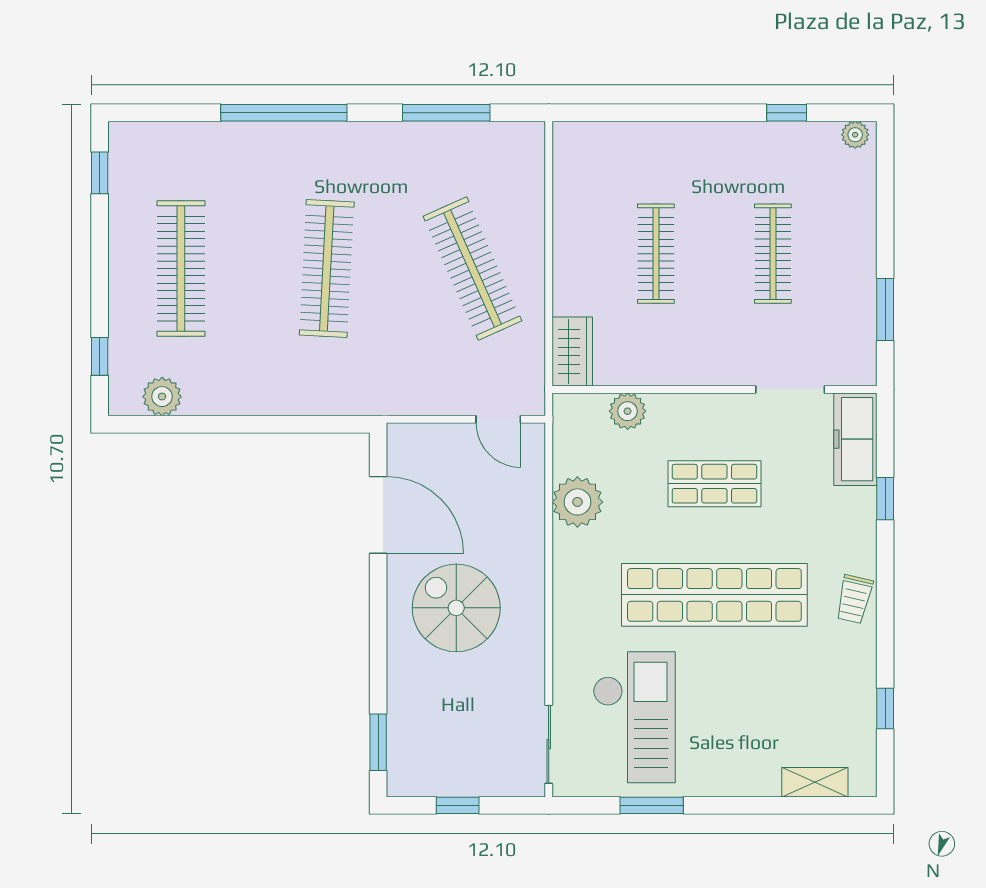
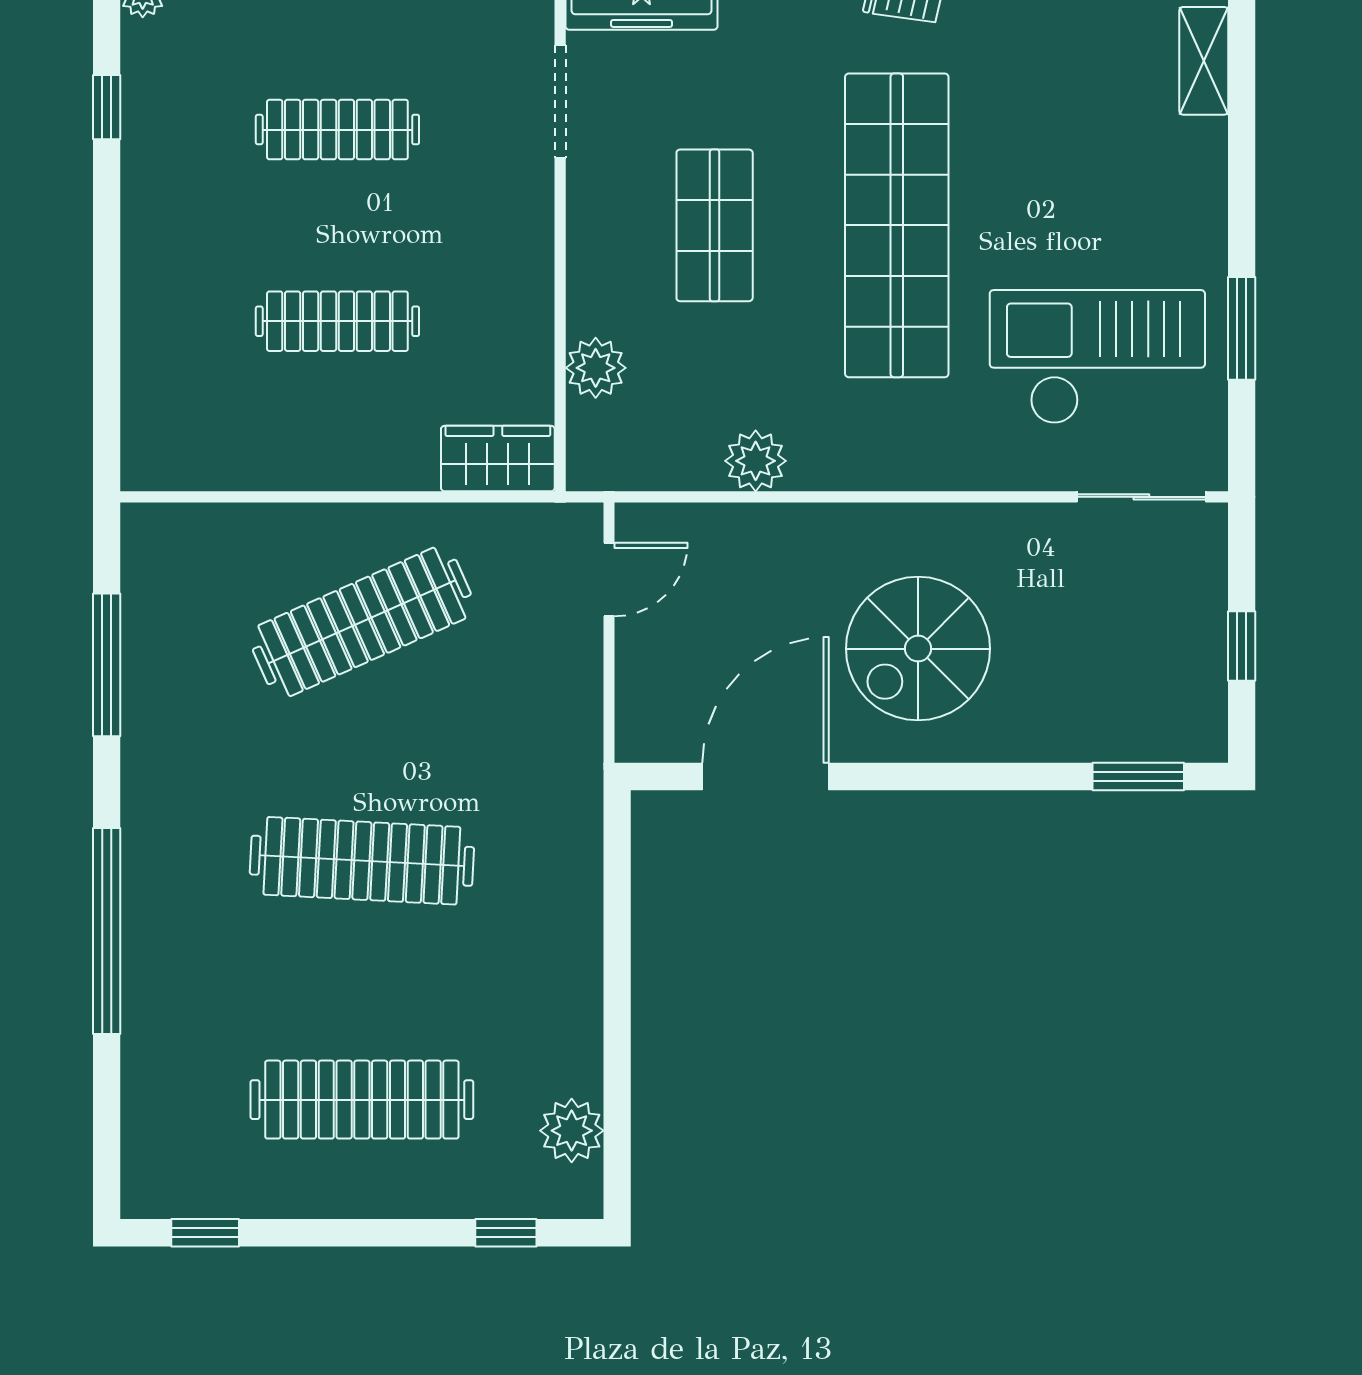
plant: (577, 502) -> (756, 461), width x0.73, depth x0.73

